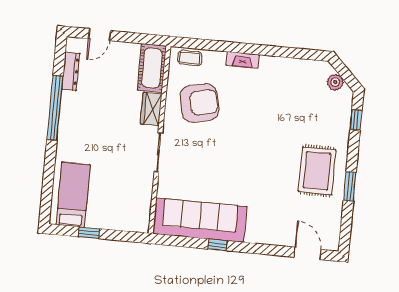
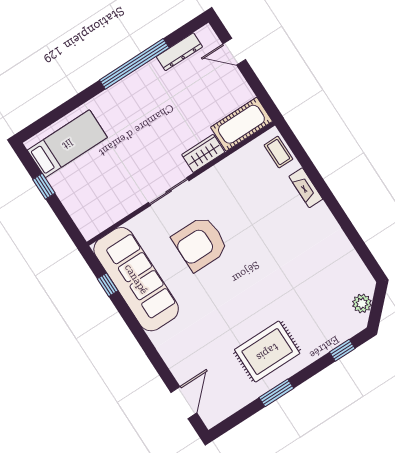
fireplace: (243, 60) -> (306, 188), moved
armchair: (199, 103) -> (200, 243), moved, turned 103
window: (218, 245) -> (108, 285), moved

